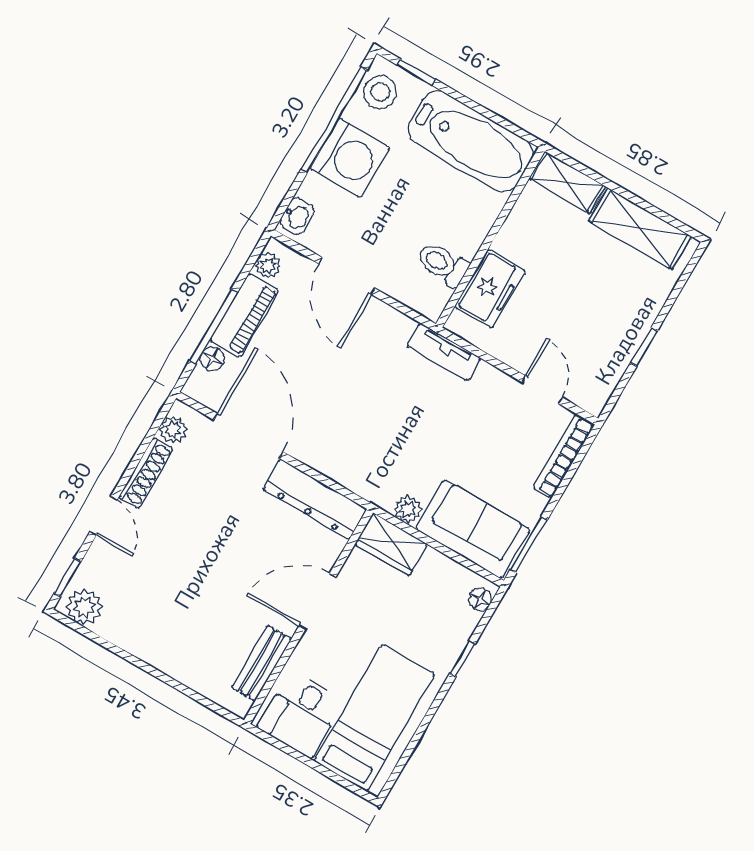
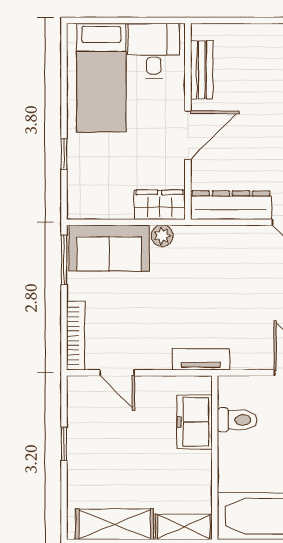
floor lamp: (480, 599) -> (76, 202), removed

